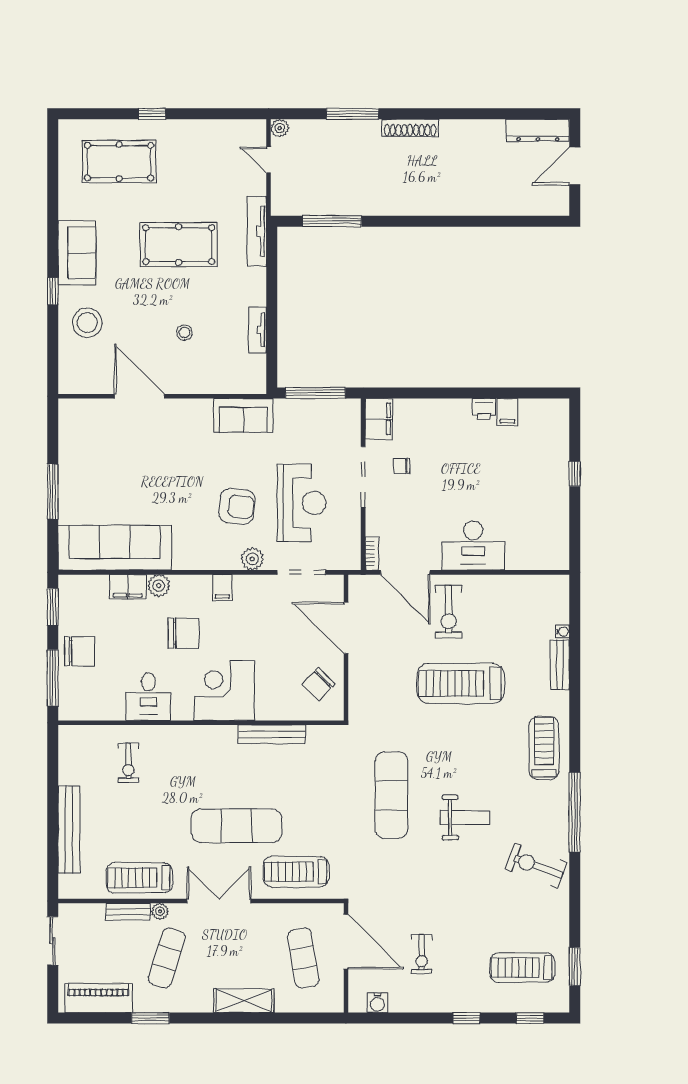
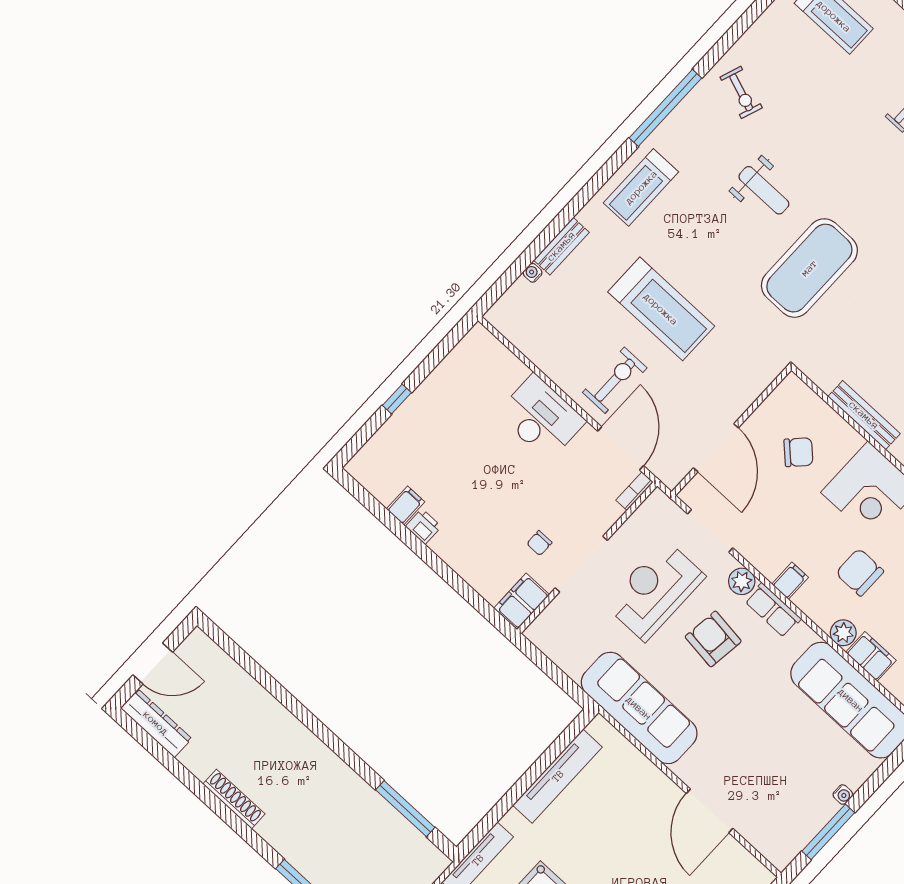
shoe rack: (410, 128) -> (234, 799), moved
tv unit: (258, 330) -> (558, 776), width x1.92, depth x1.29
stool: (184, 332) -> (620, 830), removed
window: (315, 393) -> (556, 674), removed
sofa: (243, 415) -> (639, 708), width x1.85, depth x1.27
chair: (402, 466) -> (539, 543), turned 90
water cooler: (65, 484) -> (843, 795), added
window: (53, 492) -> (828, 832), moved
row of seats: (216, 559) -> (773, 610), added
chair: (318, 684) -> (798, 452), moved
exercise mat: (391, 795) -> (809, 268), width x1.47
weight bench: (465, 818) -> (764, 190), turned 180
exercise bike: (536, 866) -> (741, 92), width x0.73, depth x0.72

